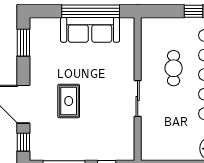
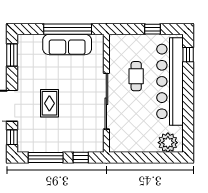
sliding door: (138, 99) -> (106, 101), width x1.86

